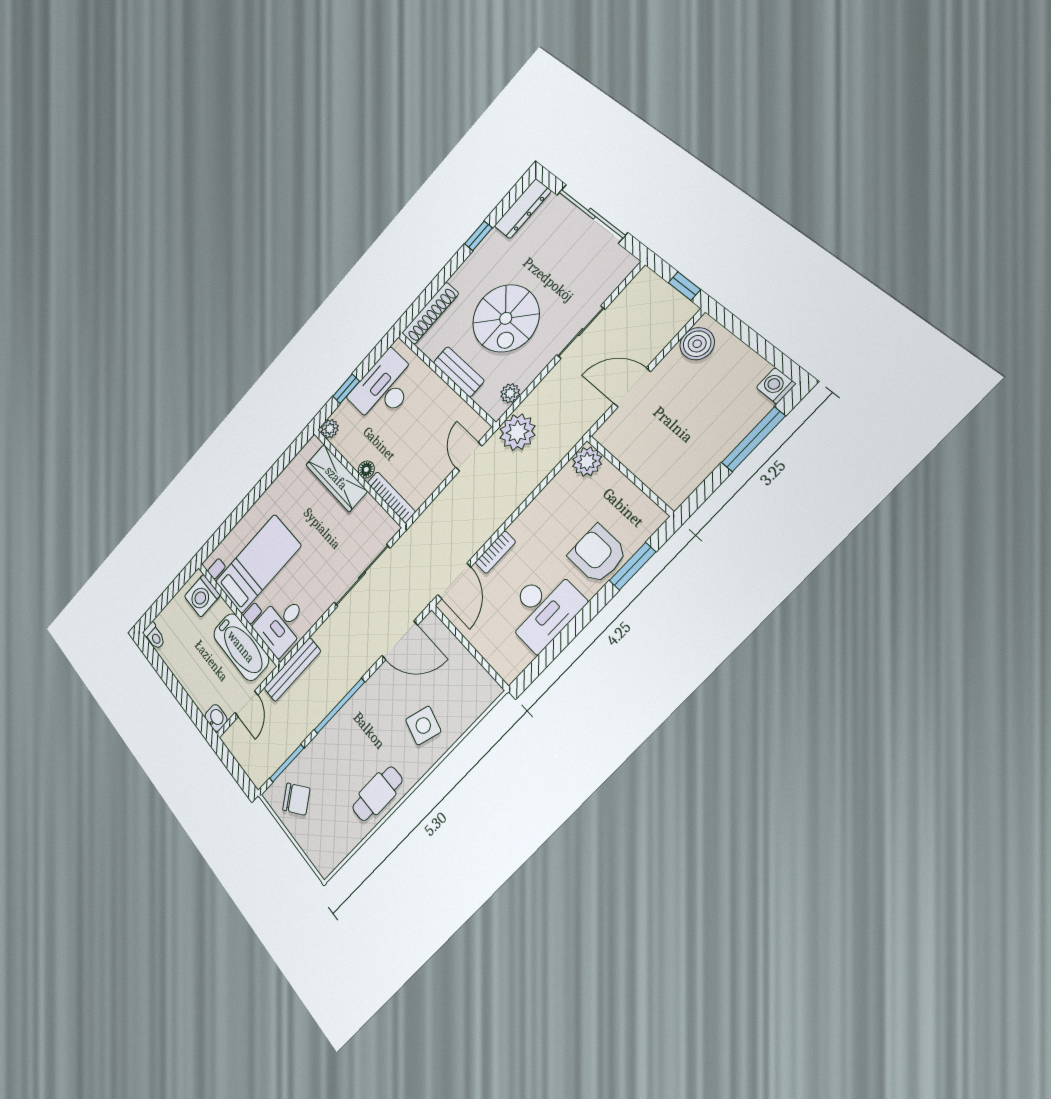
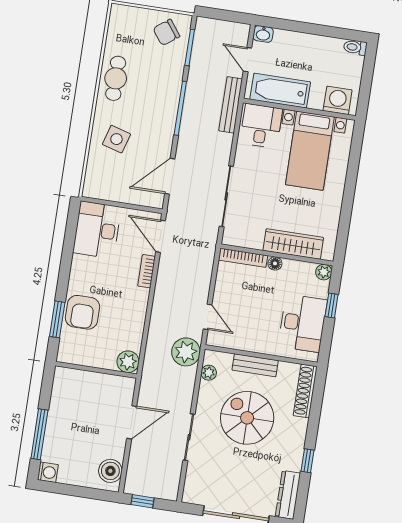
armchair: (598, 554) -> (82, 312), turned 90
desk: (543, 609) -> (97, 230), moved

